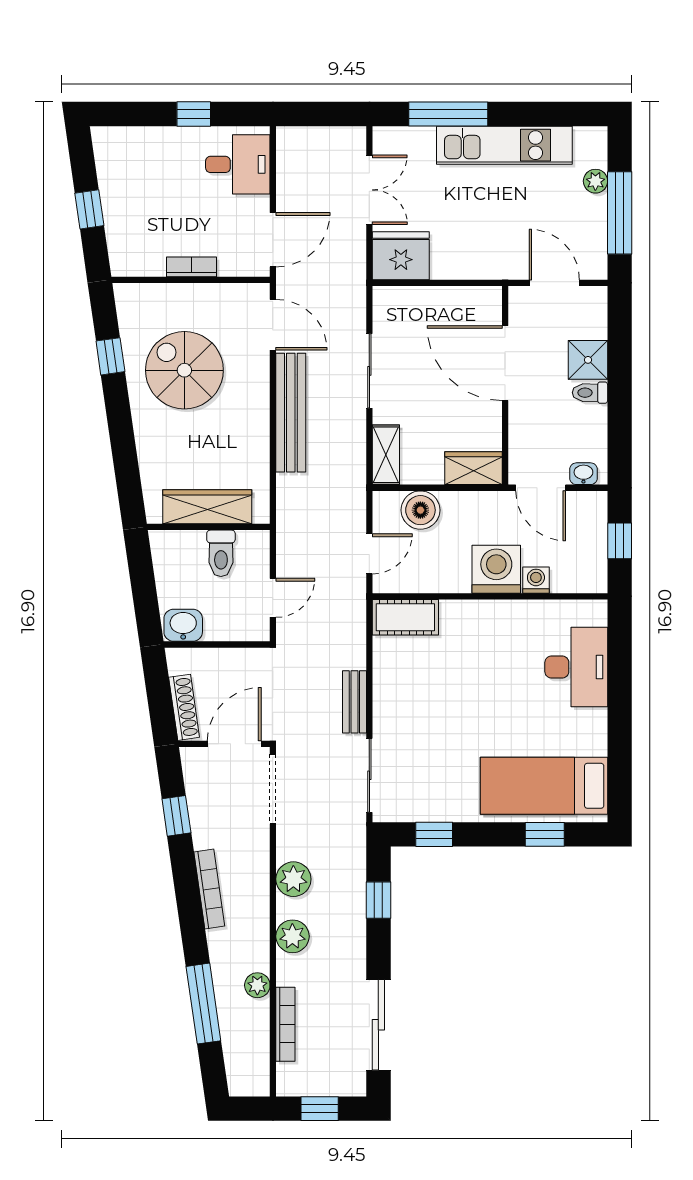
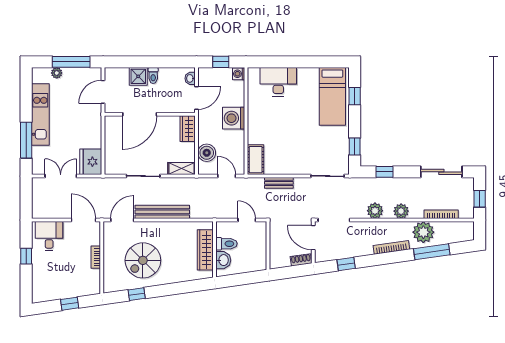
washing machine: (536, 580) -> (239, 74), moved
washbasin: (183, 625) -> (223, 260), moved, turned 180
bench: (354, 702) -> (279, 183), moved
shoe rack: (184, 707) -> (301, 260), width x0.70
bookcase: (209, 889) -> (391, 247), moved
plant: (257, 985) -> (423, 232), width x1.88, depth x1.88

